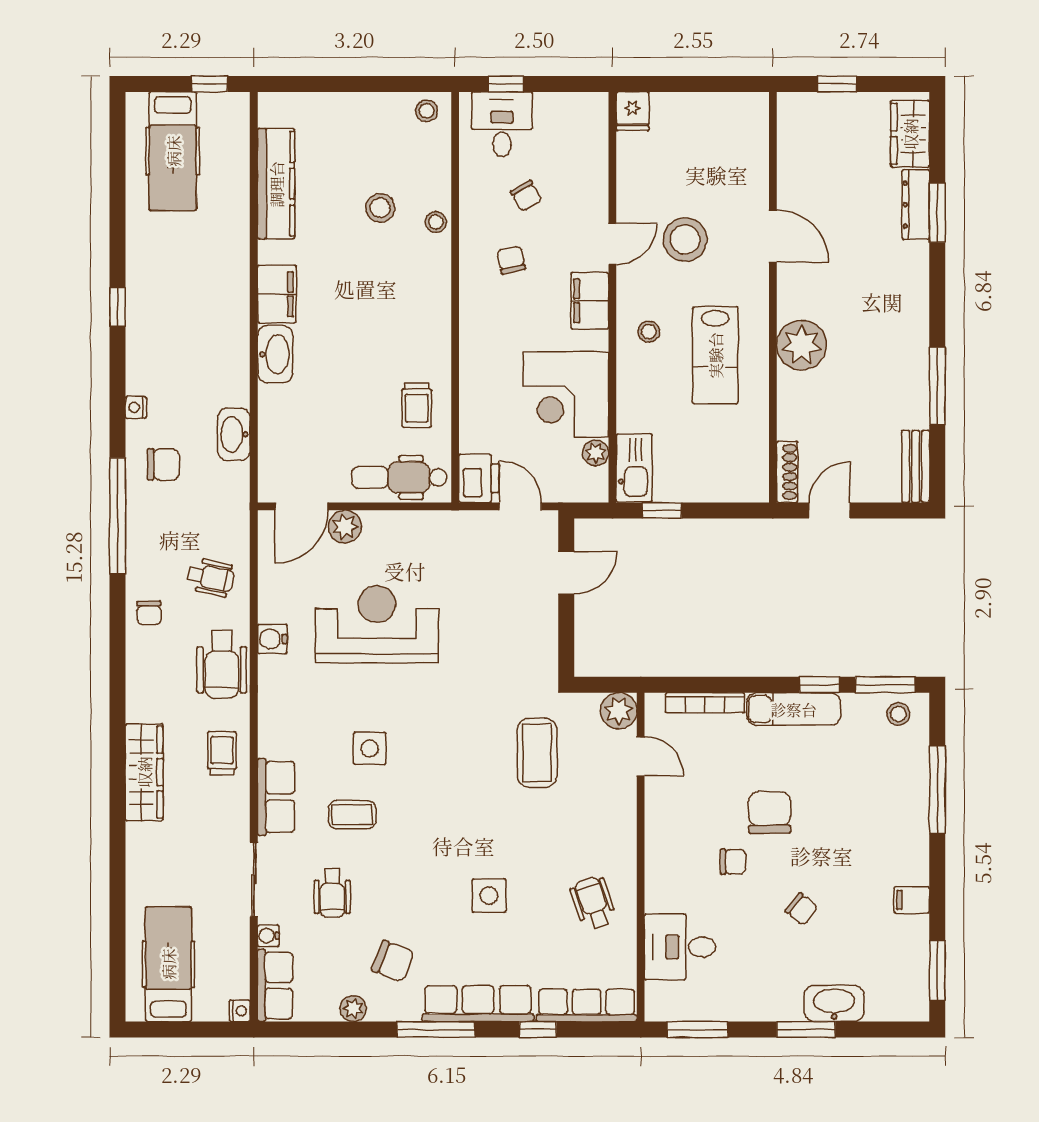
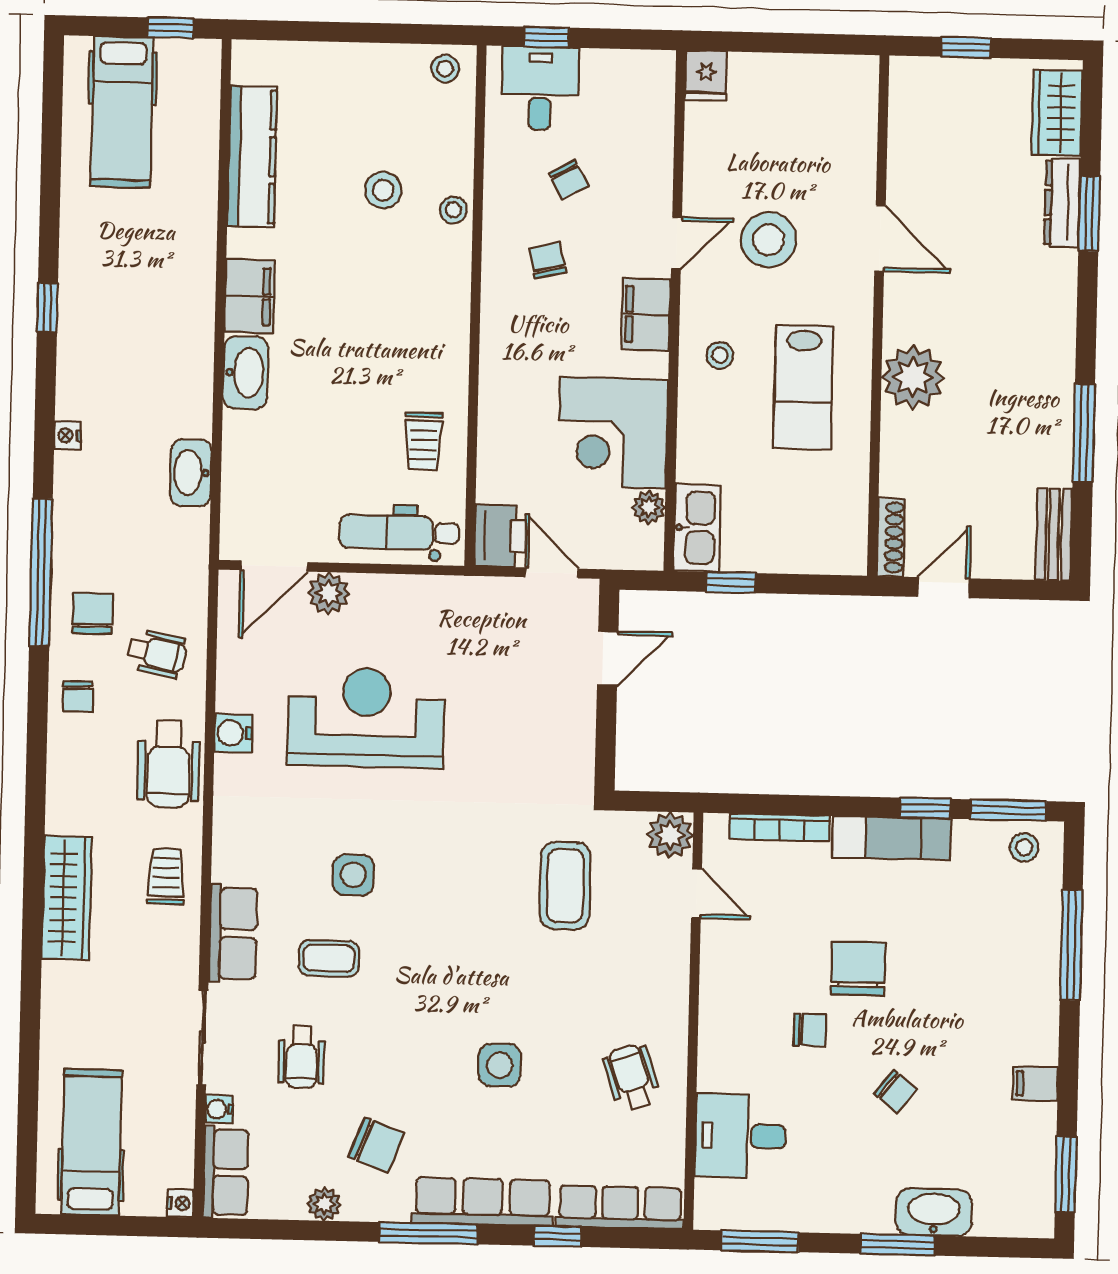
chair: (163, 464) -> (93, 614), moved, turned -90

